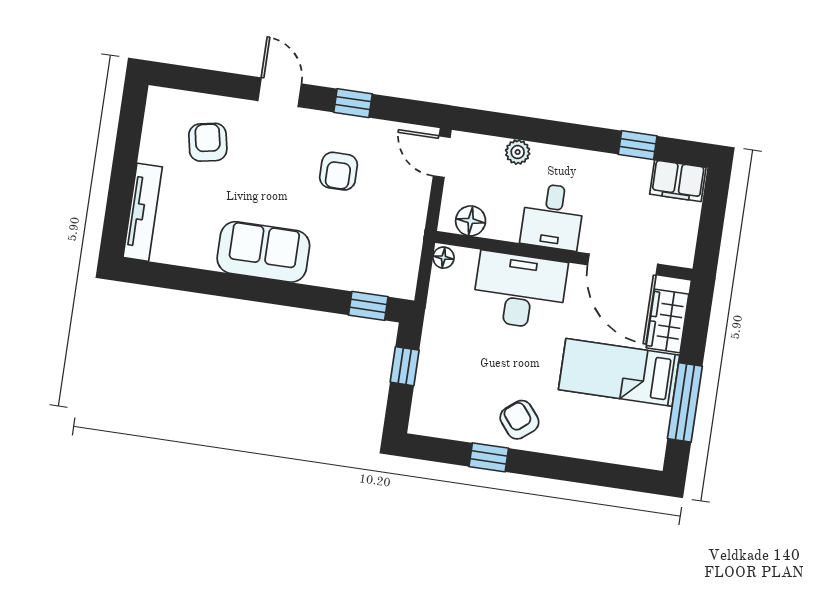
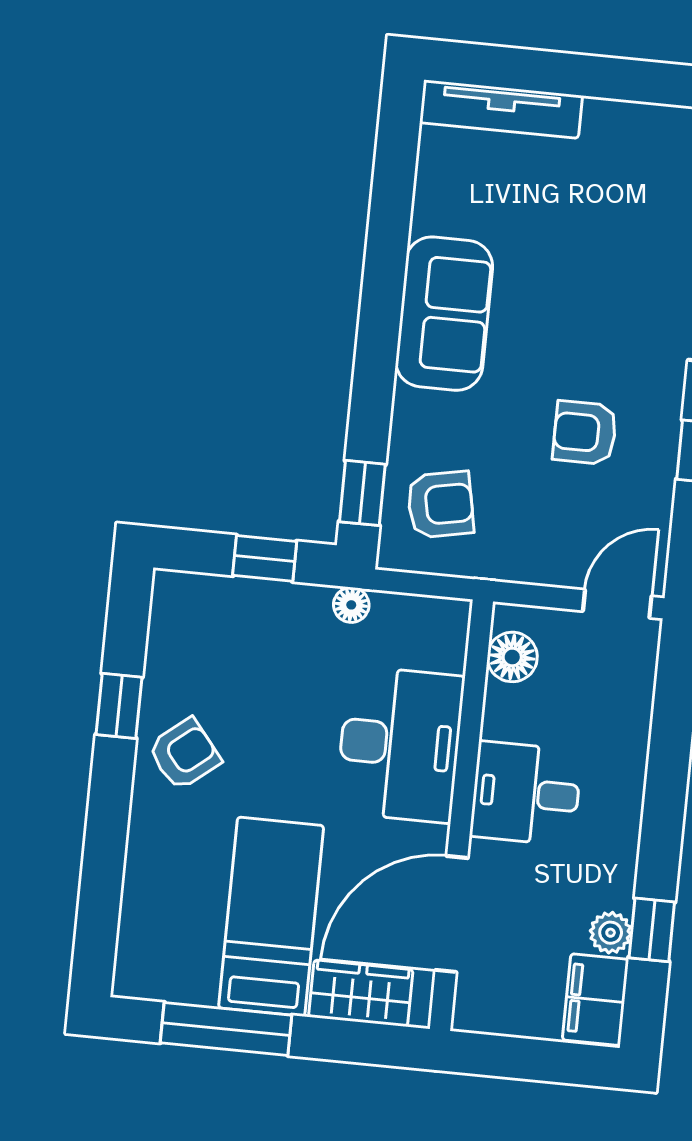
armchair: (208, 142) -> (440, 505), moved
plant: (518, 152) -> (611, 933), moved
floor lamp: (444, 258) -> (351, 605), moved

